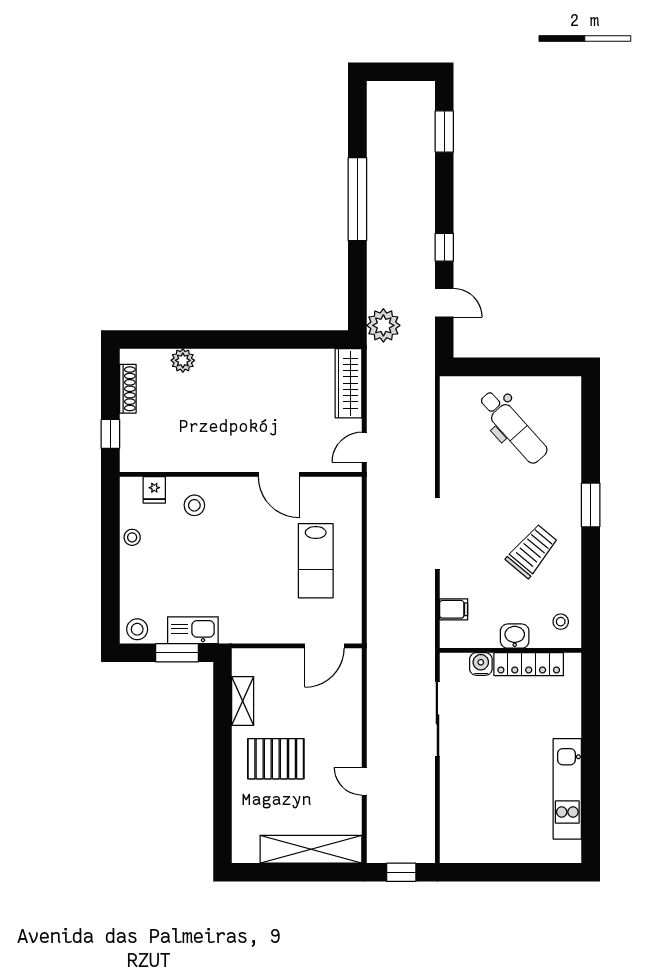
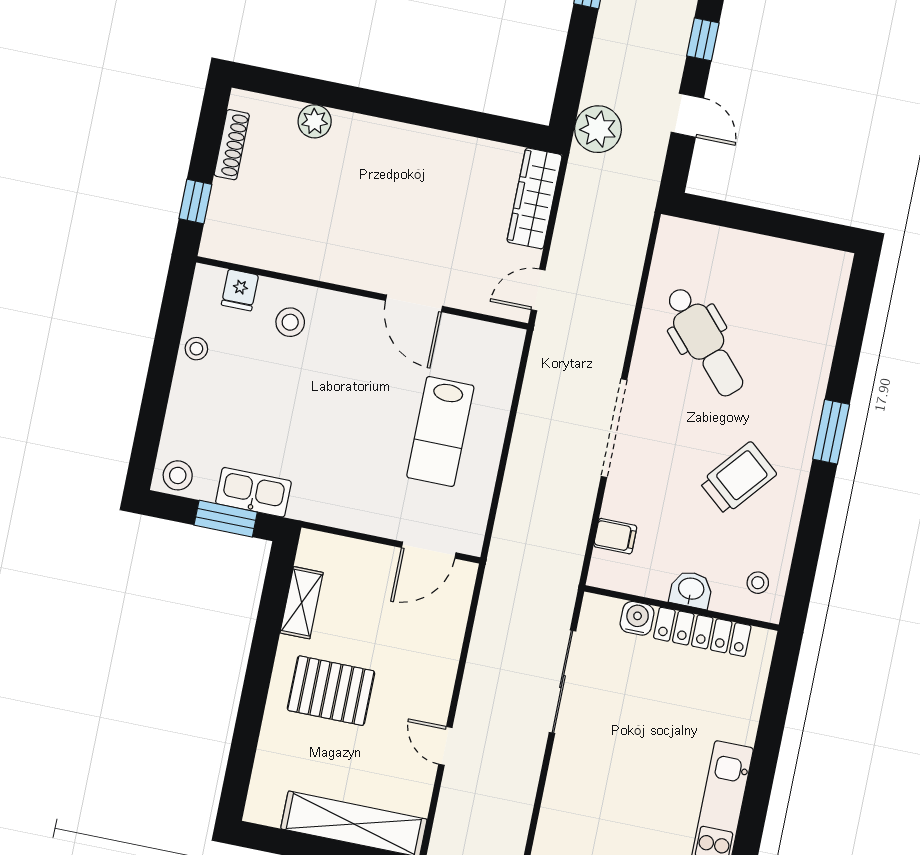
dental chair: (513, 427) -> (704, 342), moved

